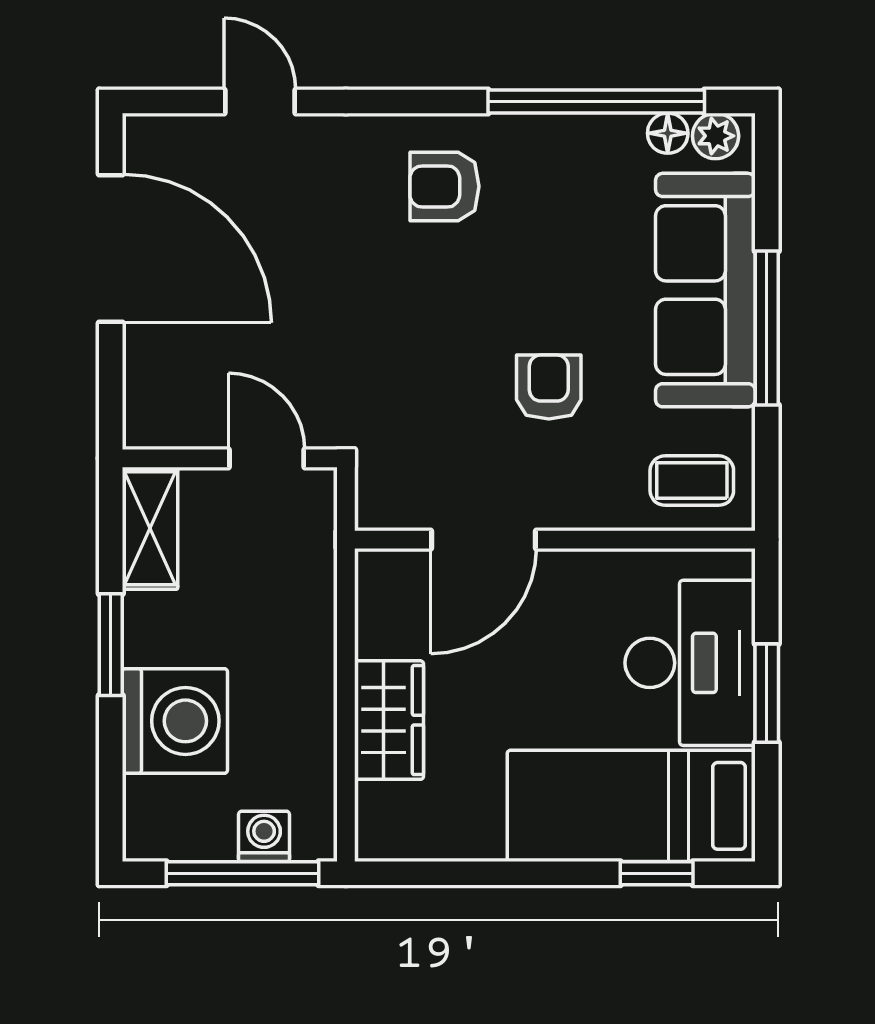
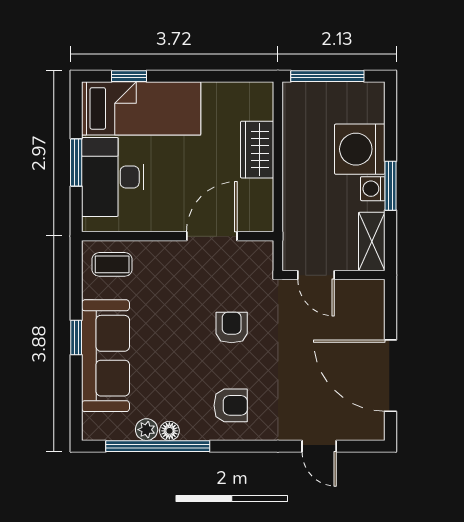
floor lamp: (668, 133) -> (169, 431), moved
plant: (716, 136) -> (147, 430), moved
window: (767, 328) -> (76, 337), width x0.46
armchair: (549, 387) -> (232, 327), moved, turned 180
washing machine: (264, 836) -> (373, 189), moved, turned 90

